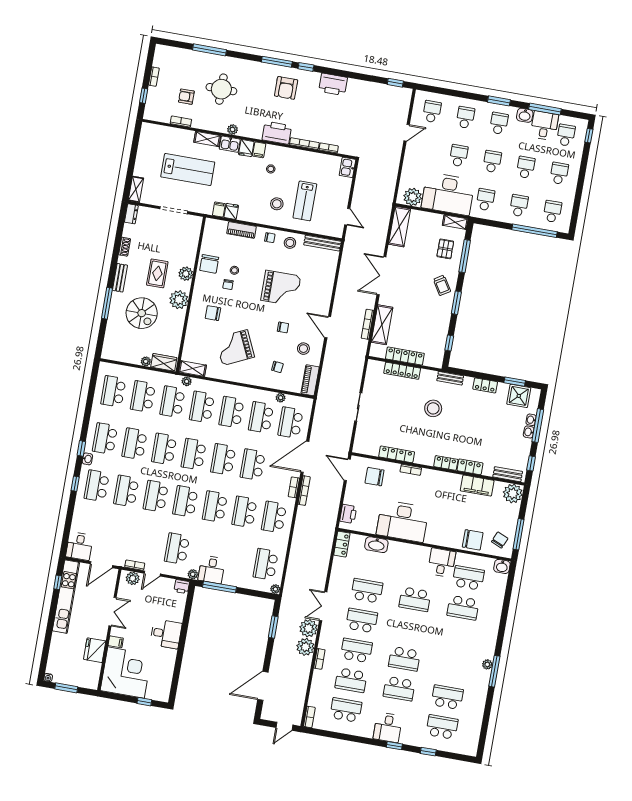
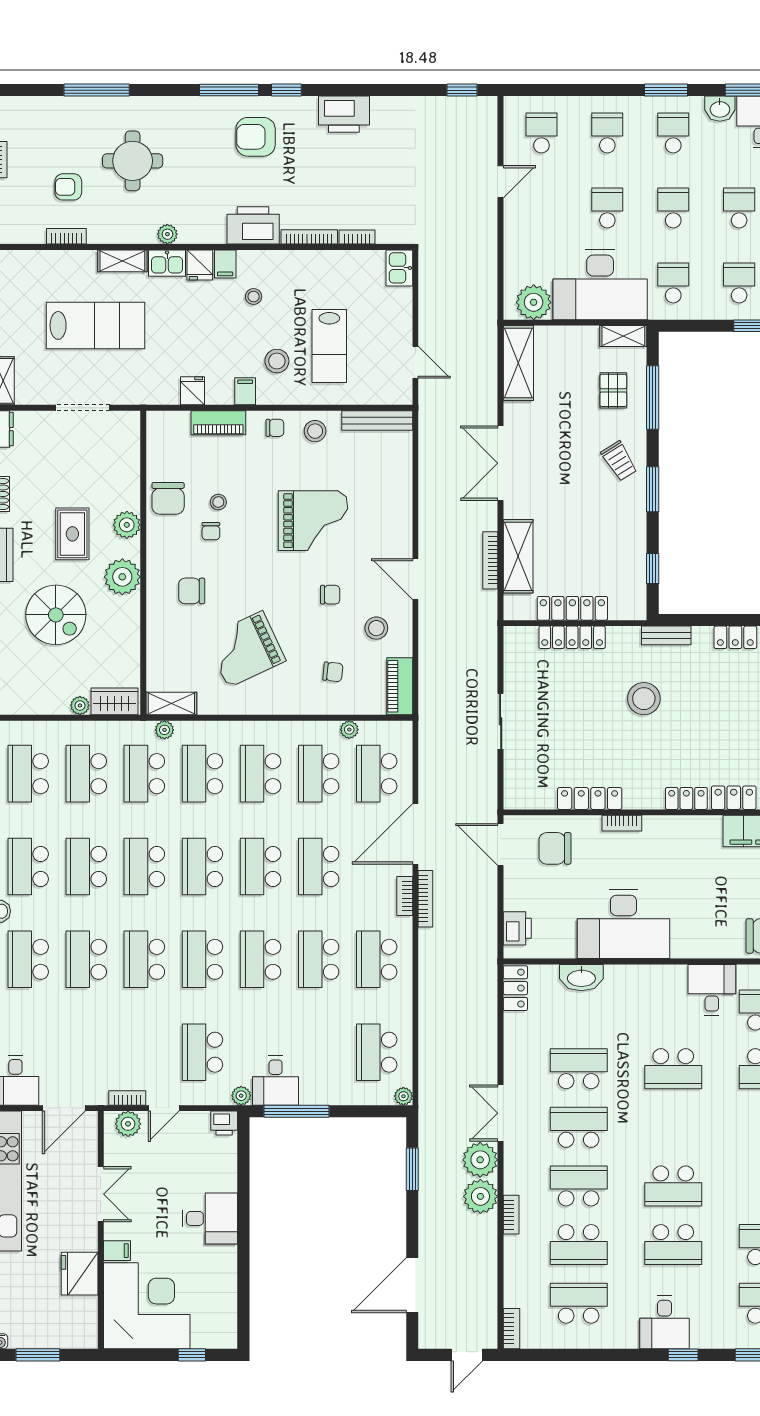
armchair: (286, 88) -> (256, 137), turned 90
filing cabinet: (219, 209) -> (245, 391), moved

